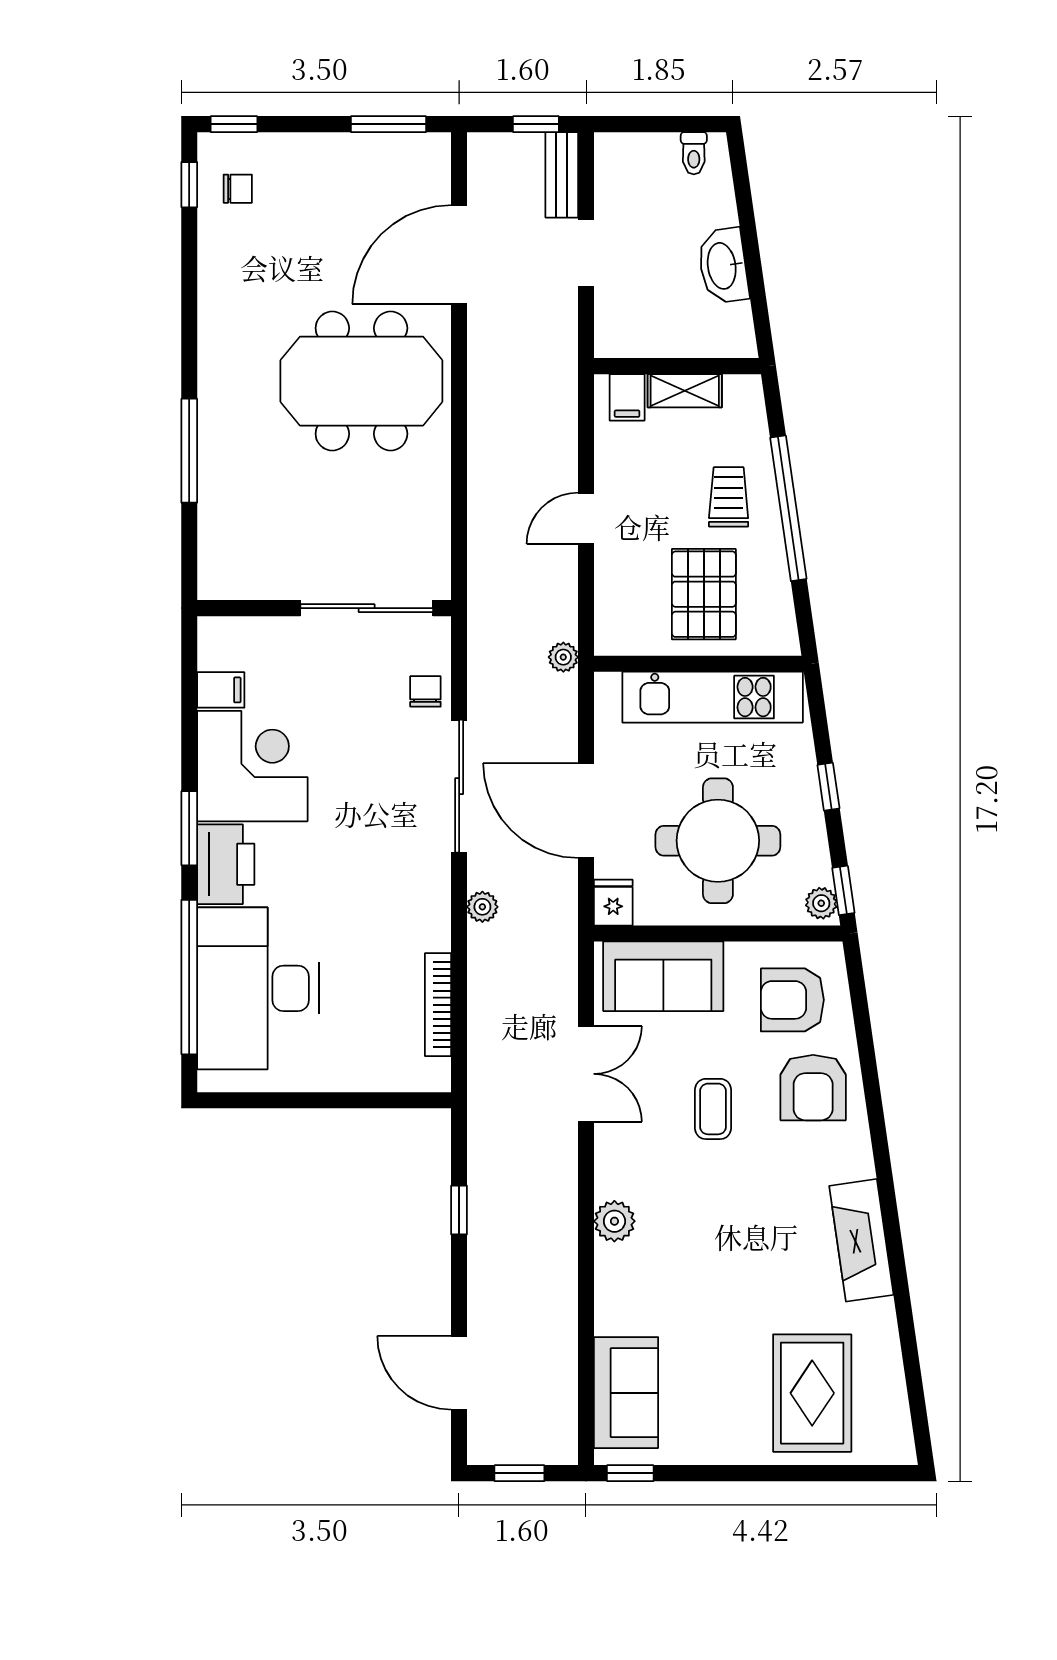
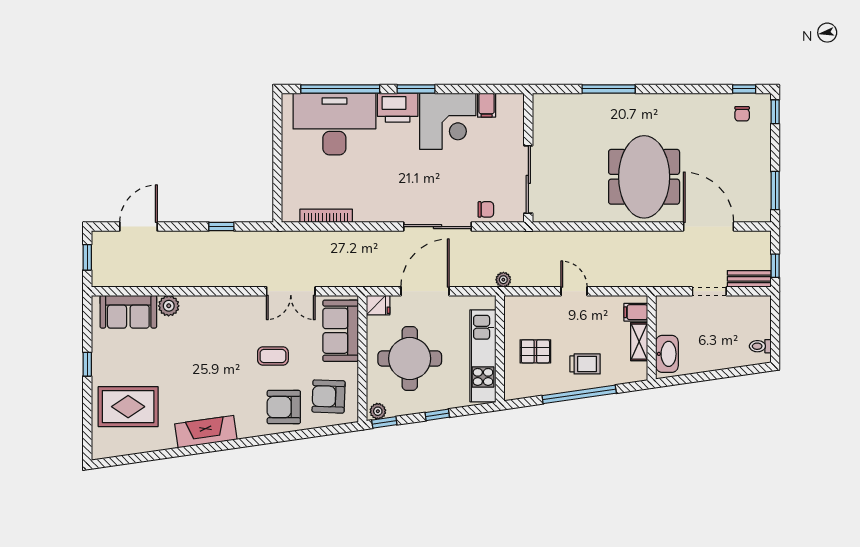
washbasin: (723, 266) -> (667, 354), moved, turned 98
pallet: (704, 594) -> (535, 351), width x0.67, depth x0.71
plant: (482, 907) -> (376, 238), removed
armchair: (792, 1000) -> (329, 396), turned -88
plant: (614, 1221) -> (169, 306), moved
window: (630, 1473) -> (87, 364), moved

